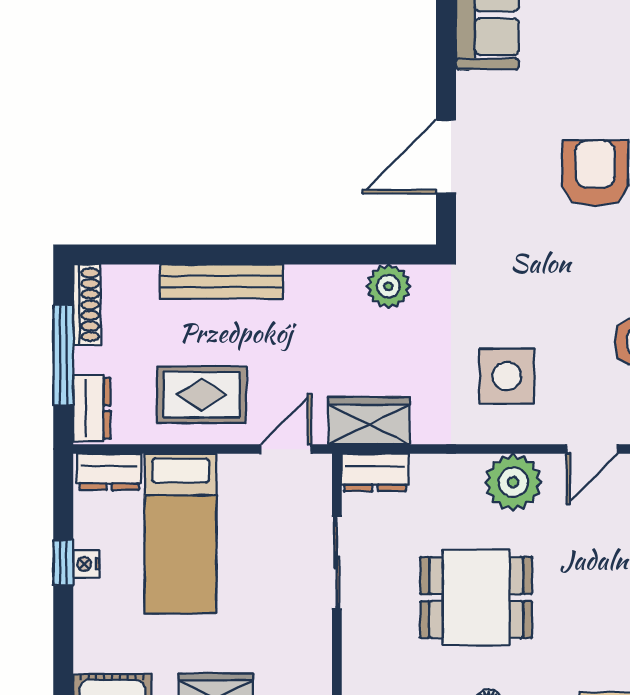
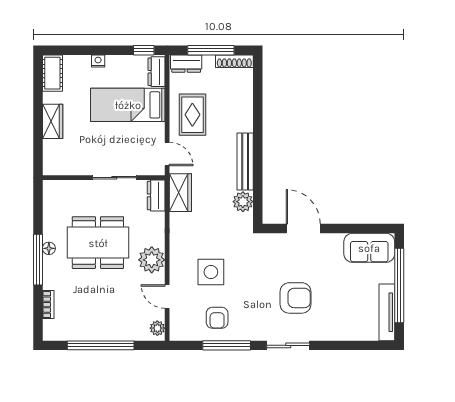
bench: (222, 282) -> (245, 161), moved
side table: (507, 376) -> (211, 272), moved
window: (63, 563) -> (144, 50), moved
nightstand: (86, 564) -> (98, 61), moved
dining table: (476, 598) -> (98, 243), width x1.38

